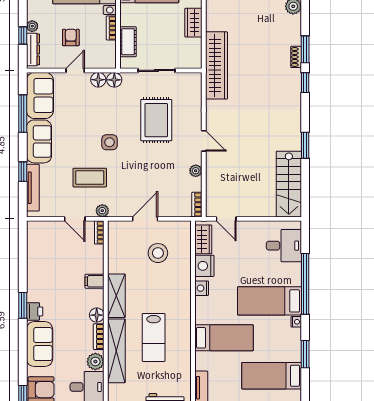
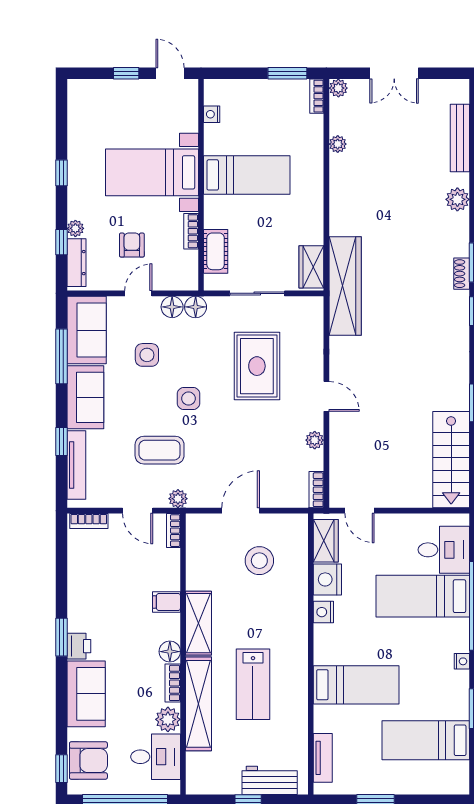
wardrobe: (193, 23) -> (311, 267), moved
side table: (81, 112) -> (147, 355), added
bookcase: (41, 226) -> (89, 521), added
bed: (269, 301) -> (423, 596), moved

